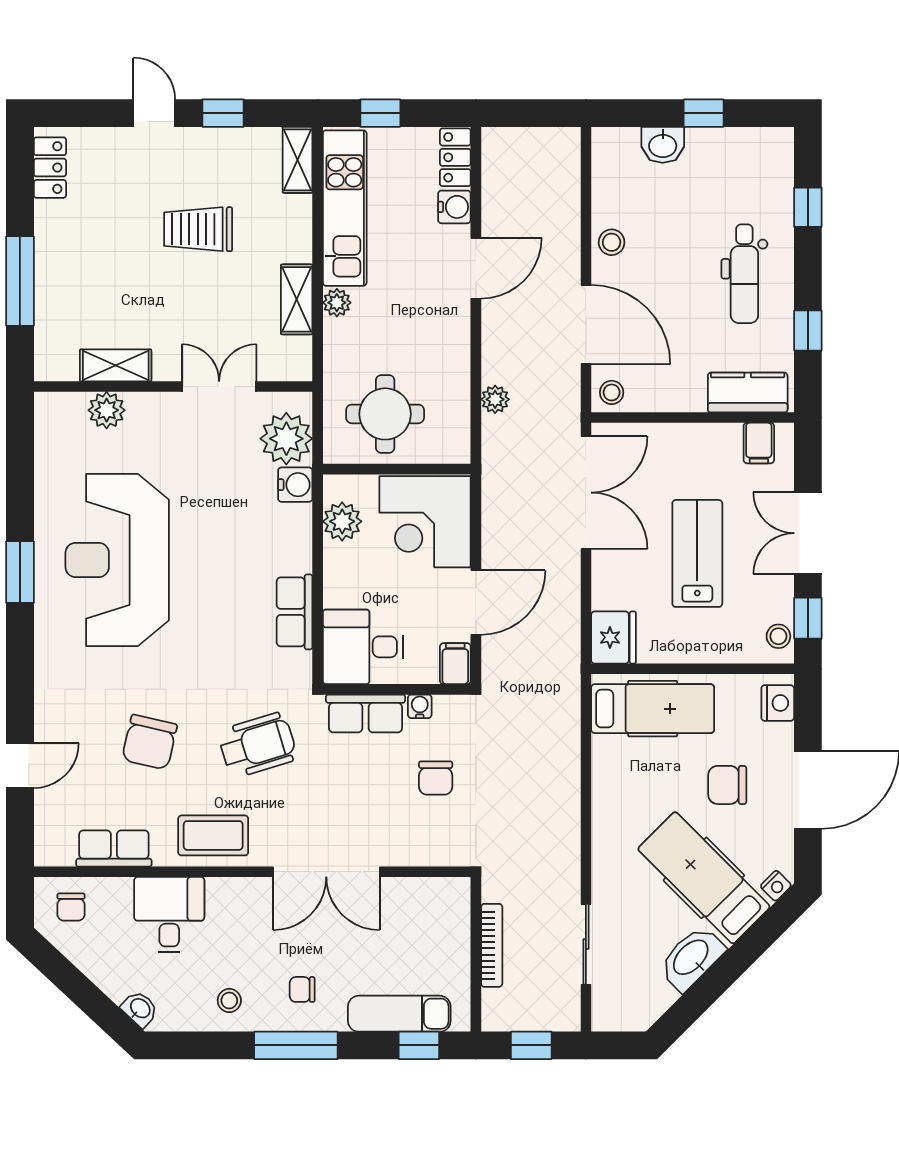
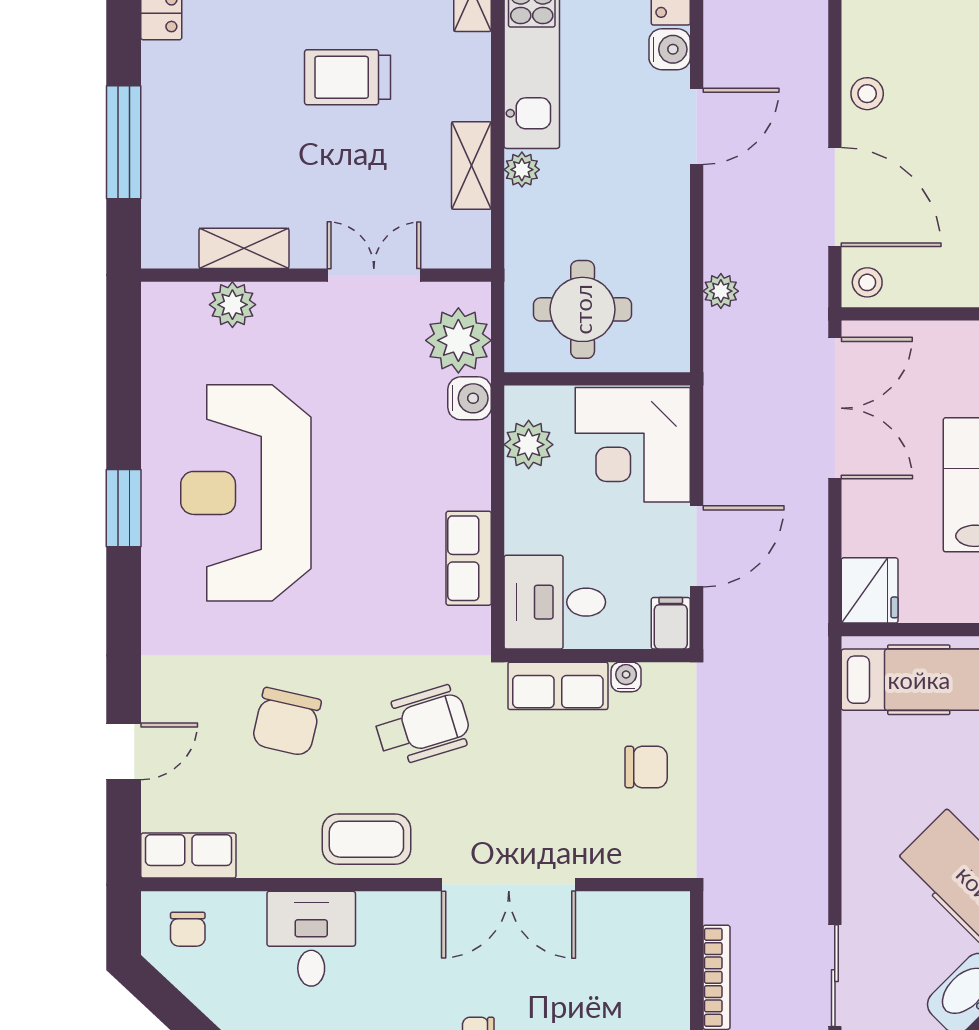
chair: (436, 778) -> (646, 767), turned -90
row of seats: (114, 848) -> (188, 856), moved

